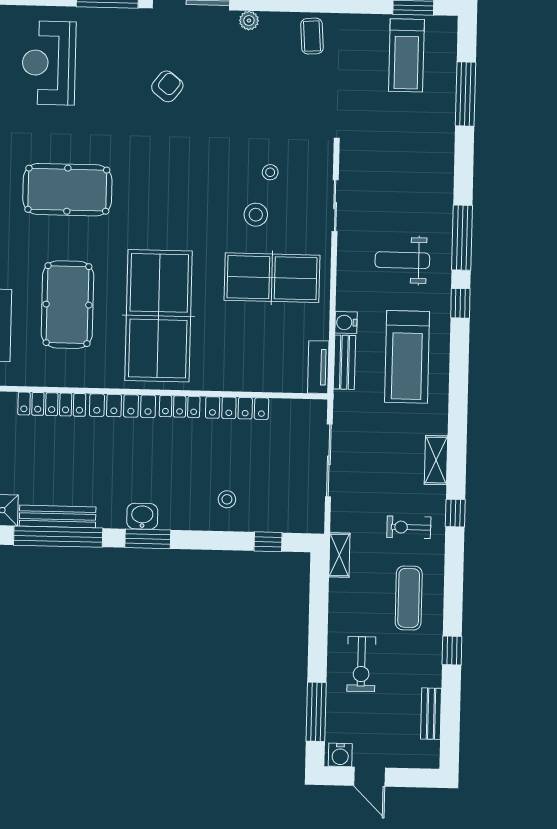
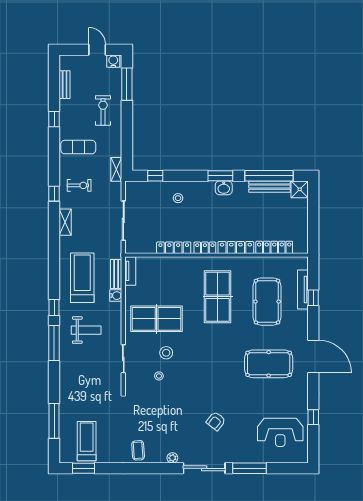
reception desk: (49, 63) -> (280, 432), turned 90
table tennis table: (159, 316) -> (218, 297), width x0.73, depth x0.76
exercise mat: (409, 598) -> (78, 147), turned 90

